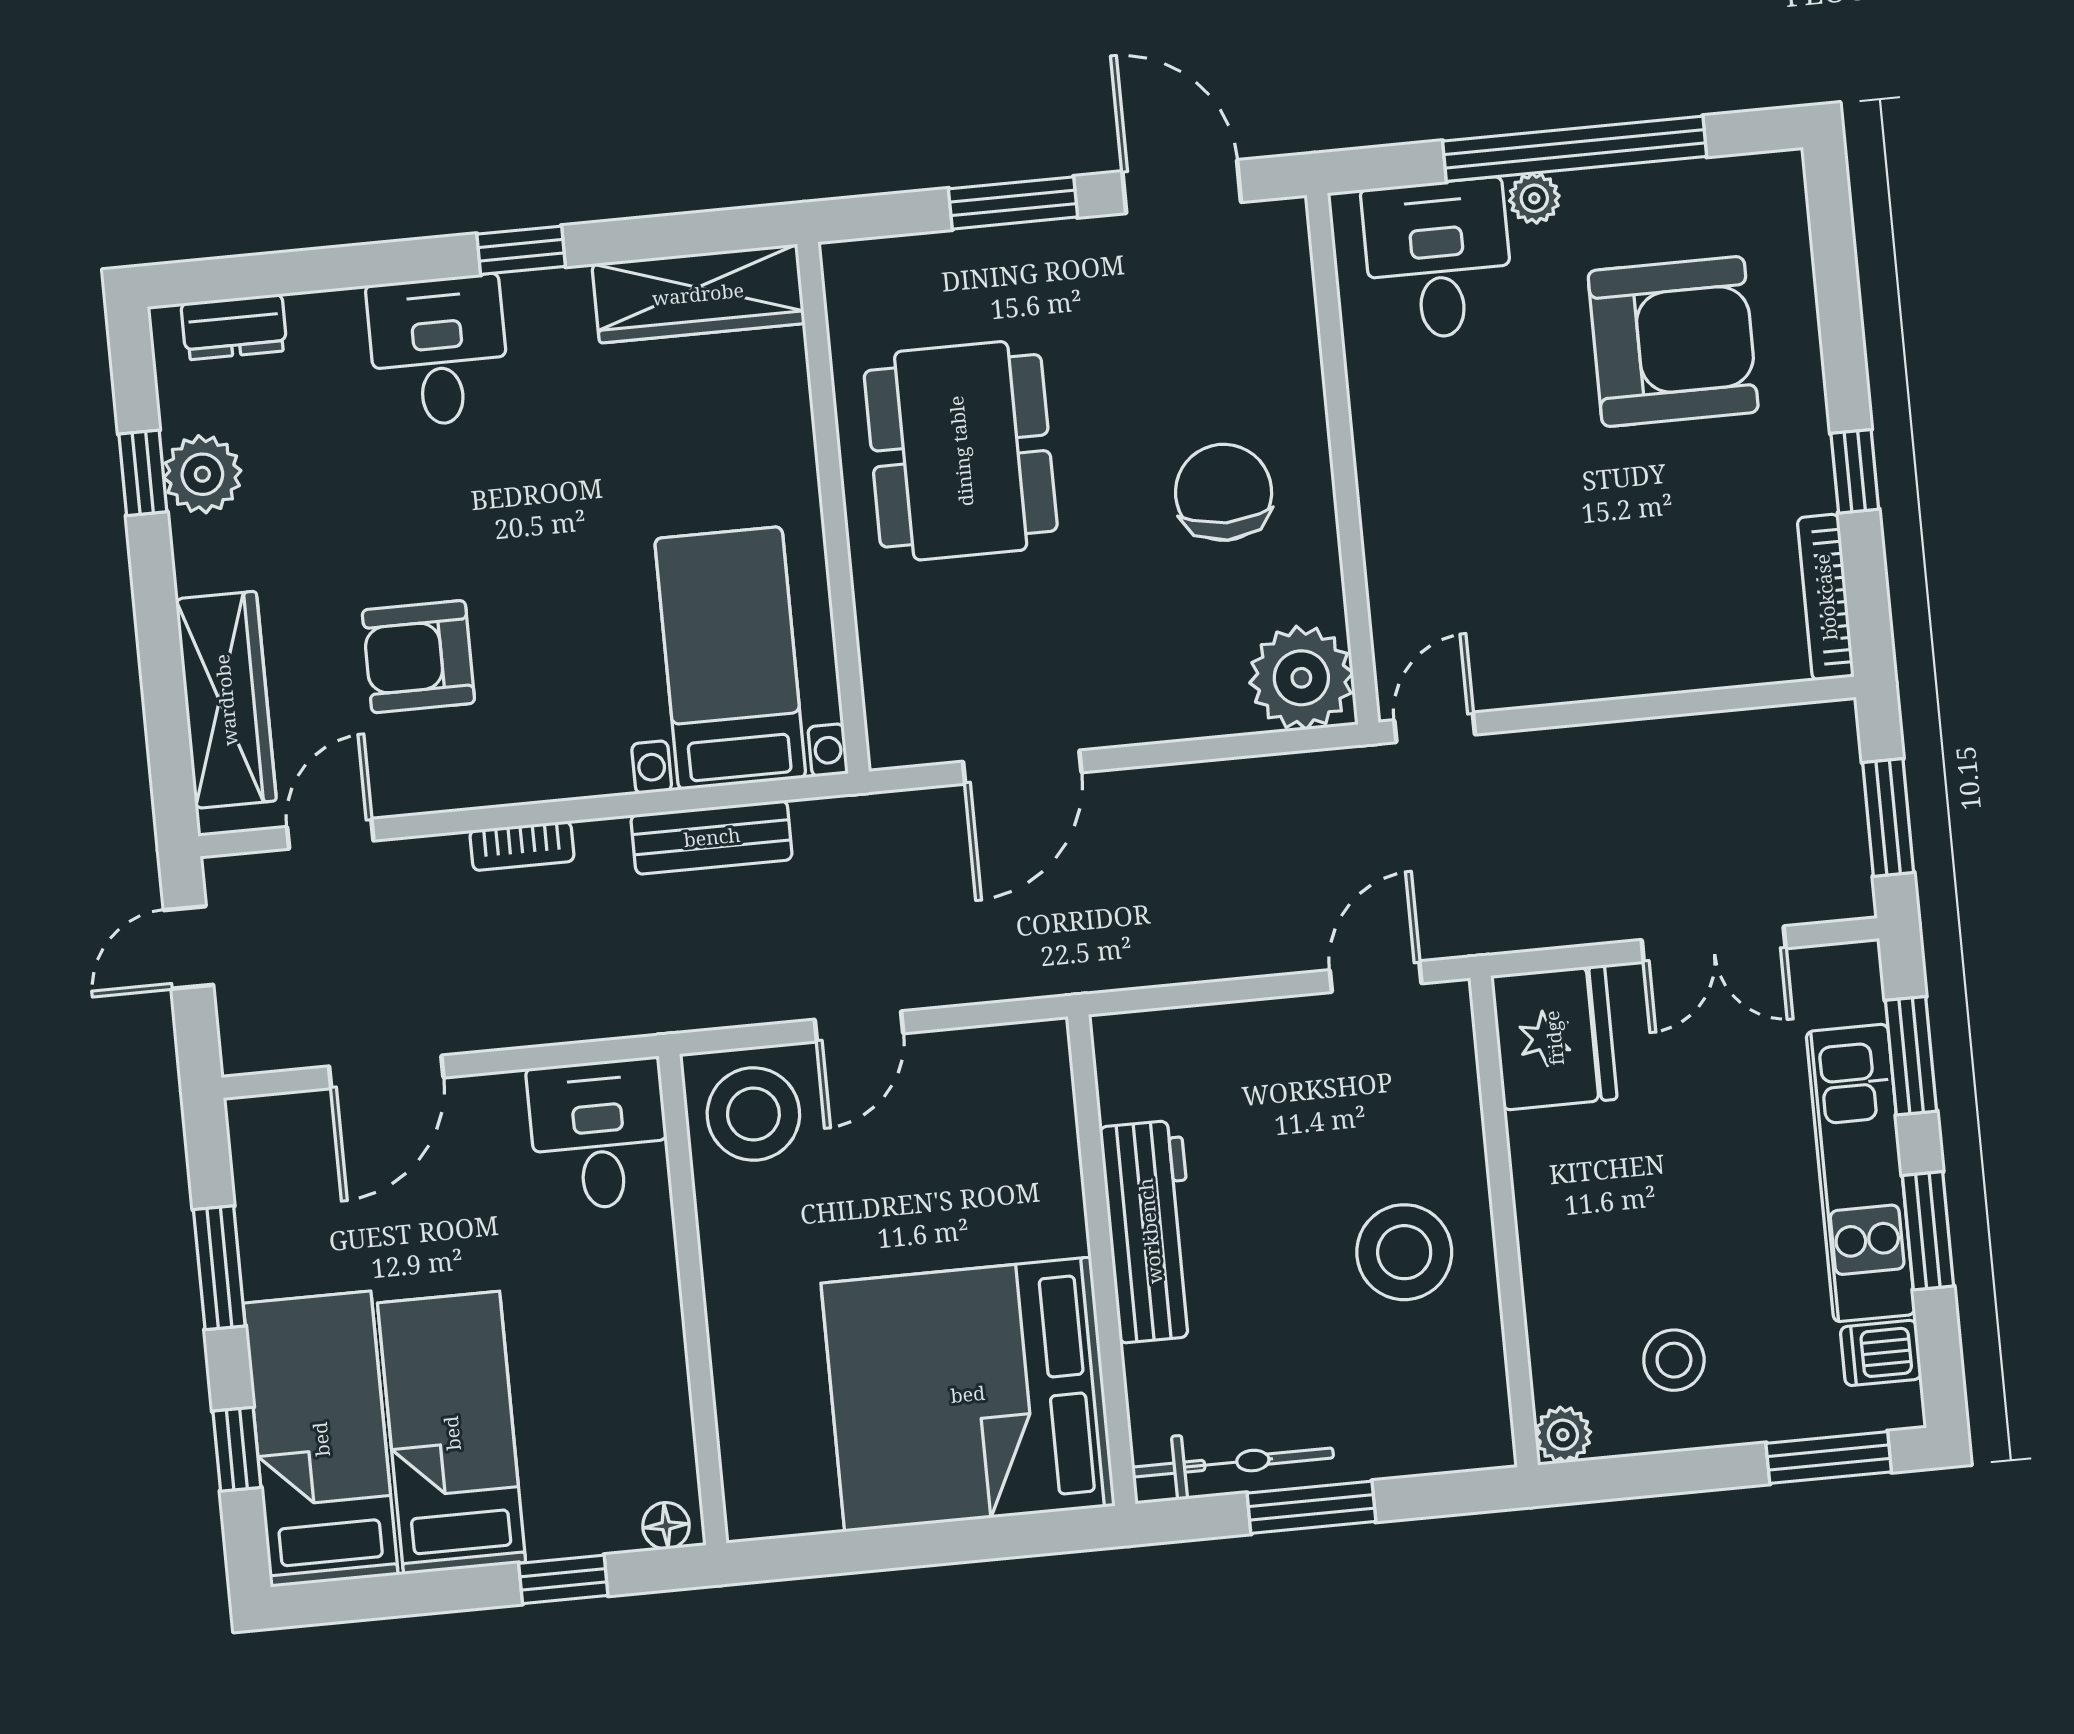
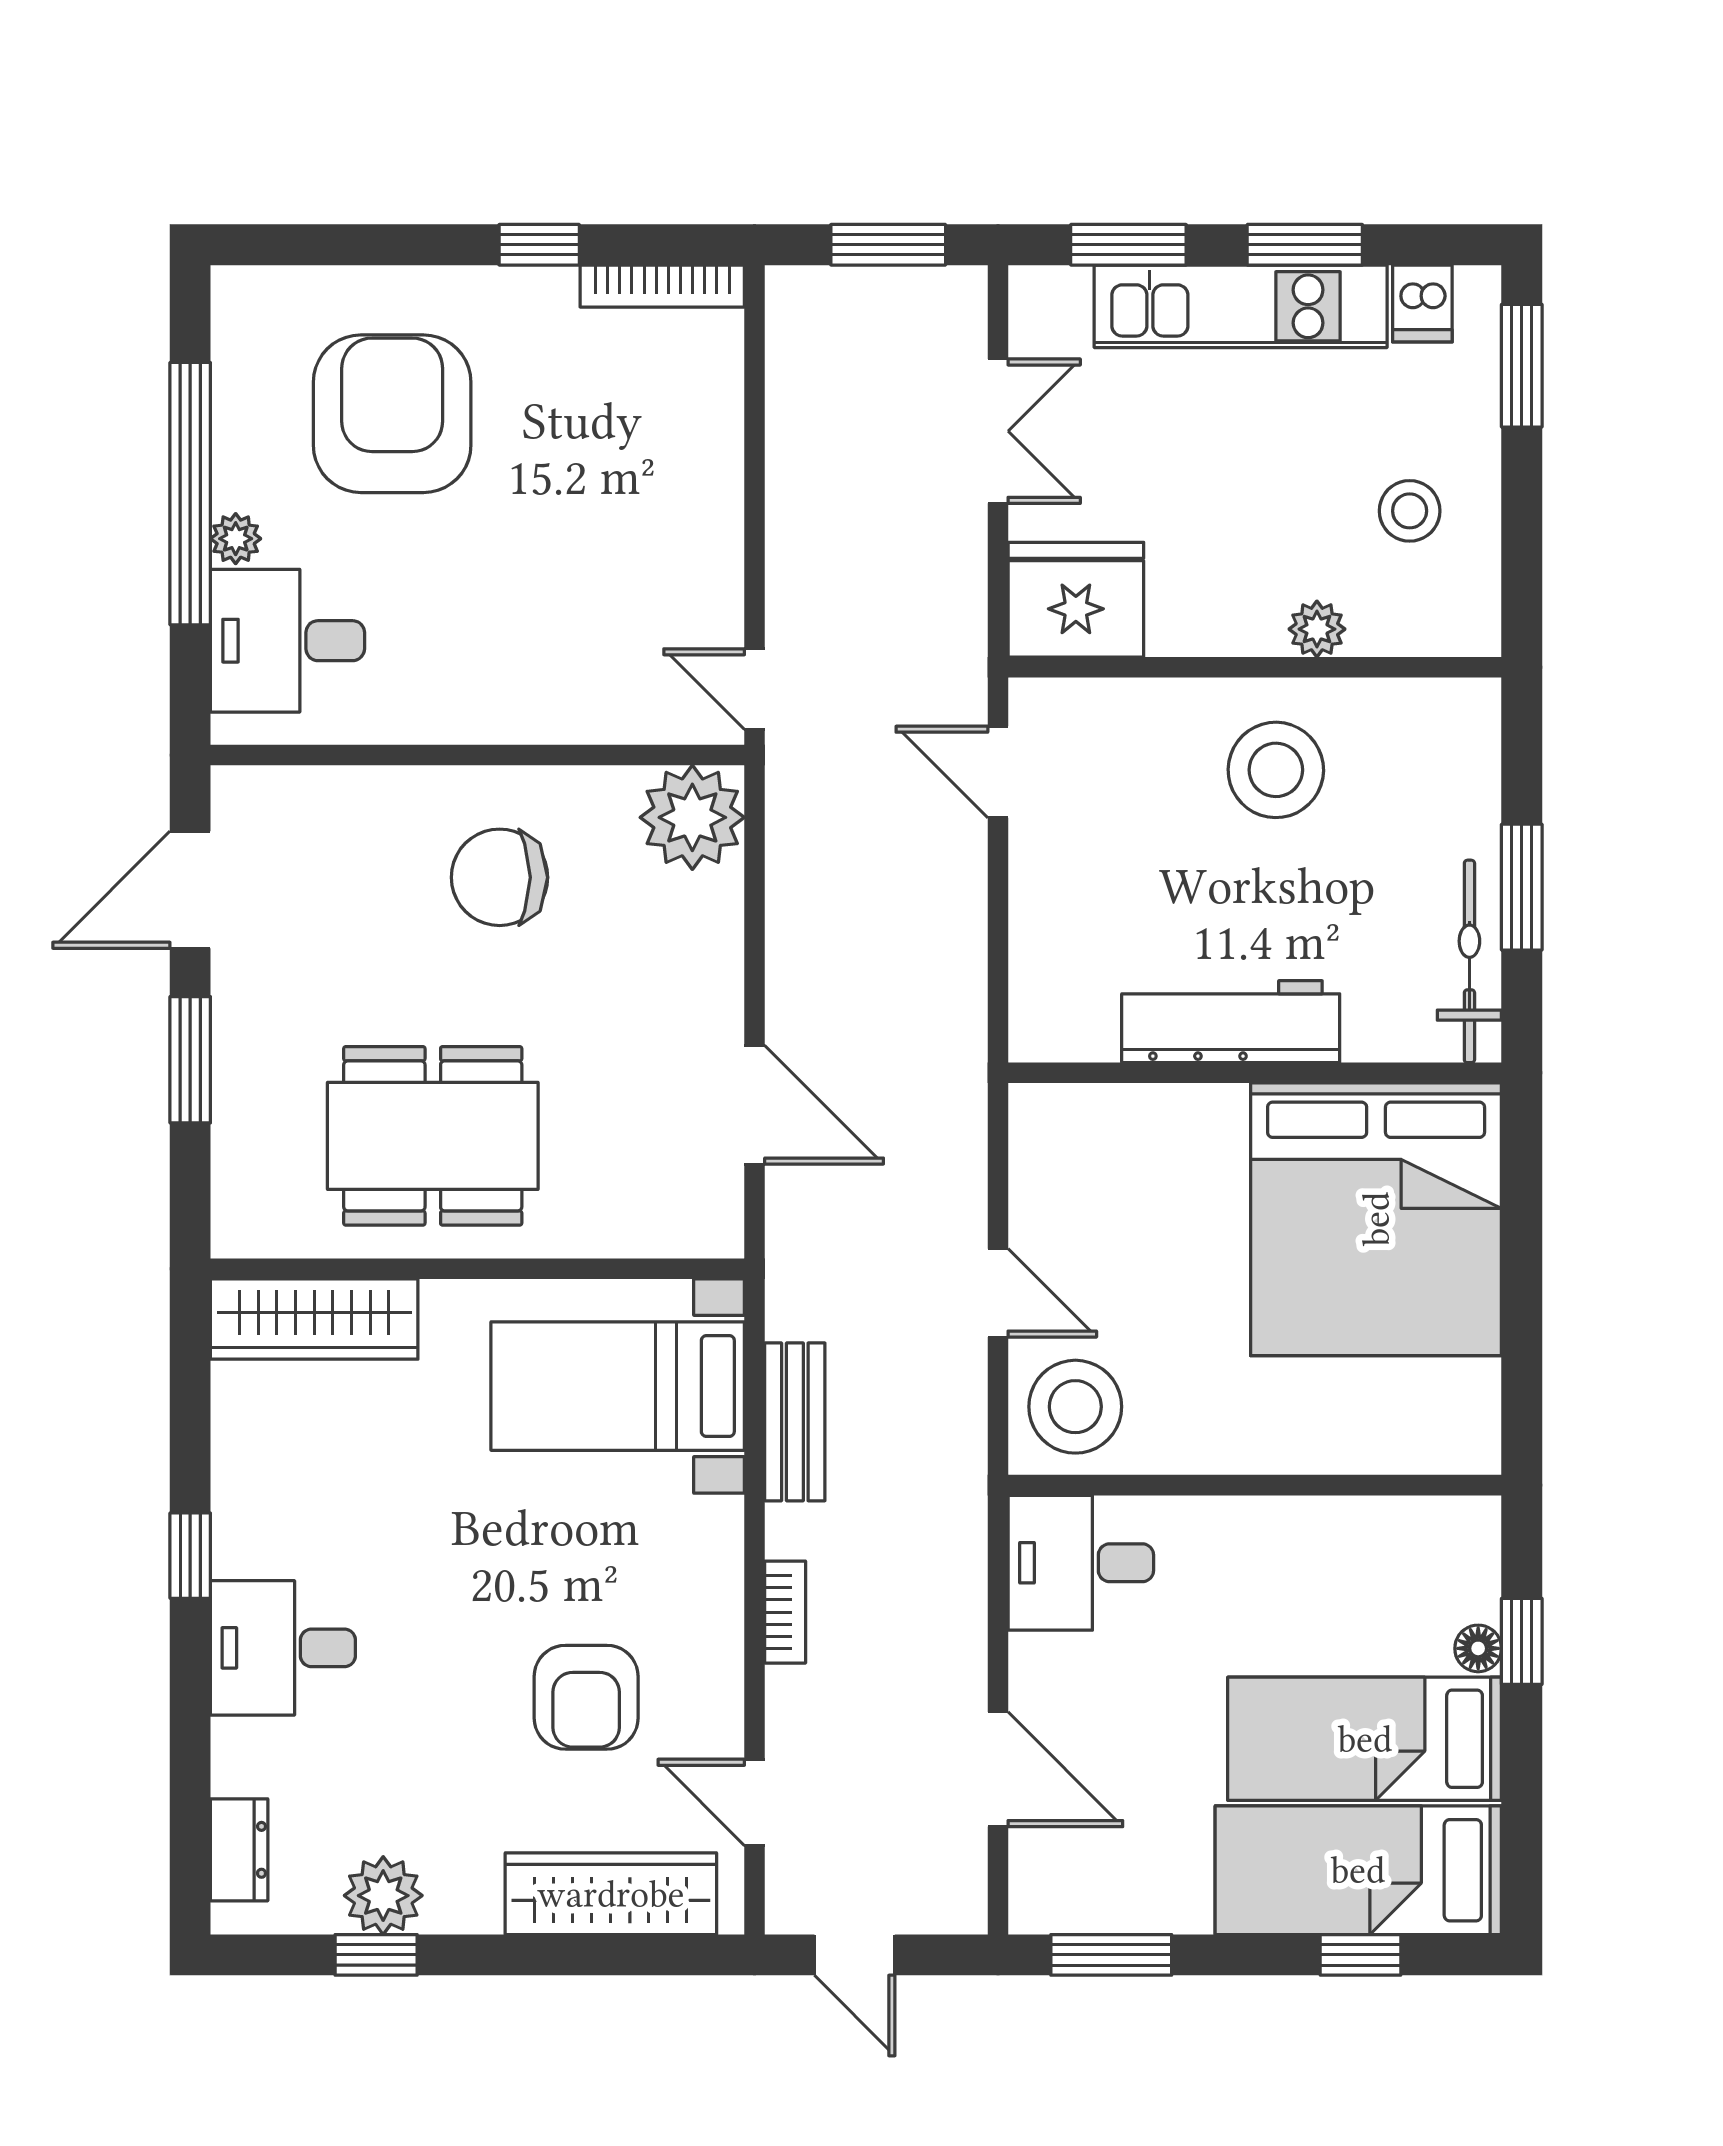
wardrobe: (698, 294) -> (314, 1319), moved, turned 90
window: (219, 1268) -> (1111, 1955), moved
plant: (1563, 1435) -> (1317, 629), moved
floor lamp: (666, 1526) -> (1478, 1648), moved

